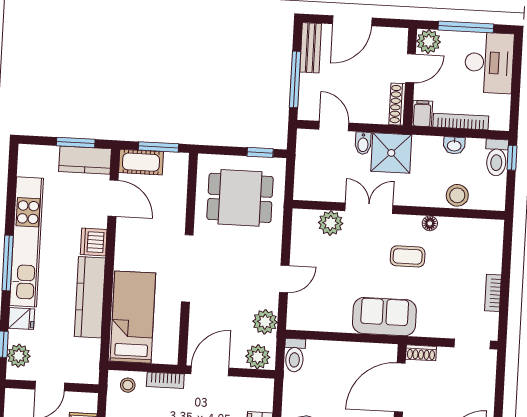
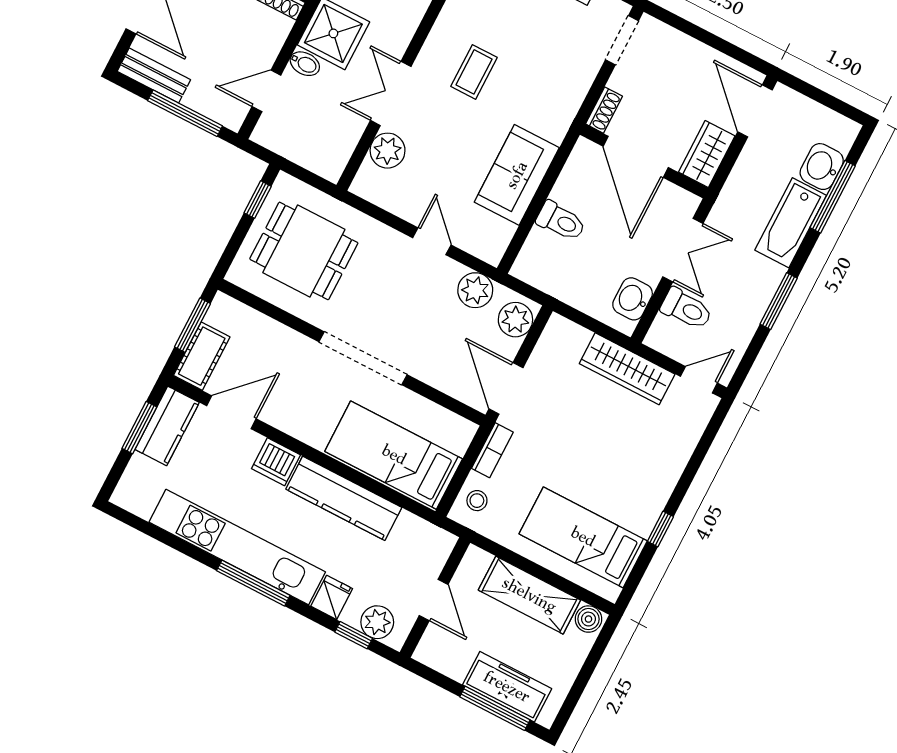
dining table: (240, 198) -> (304, 251), turned 90
floor lamp: (430, 223) -> (445, 25), removed
sofa: (384, 317) -> (517, 175), moved
toilet: (295, 355) -> (561, 221), moved

